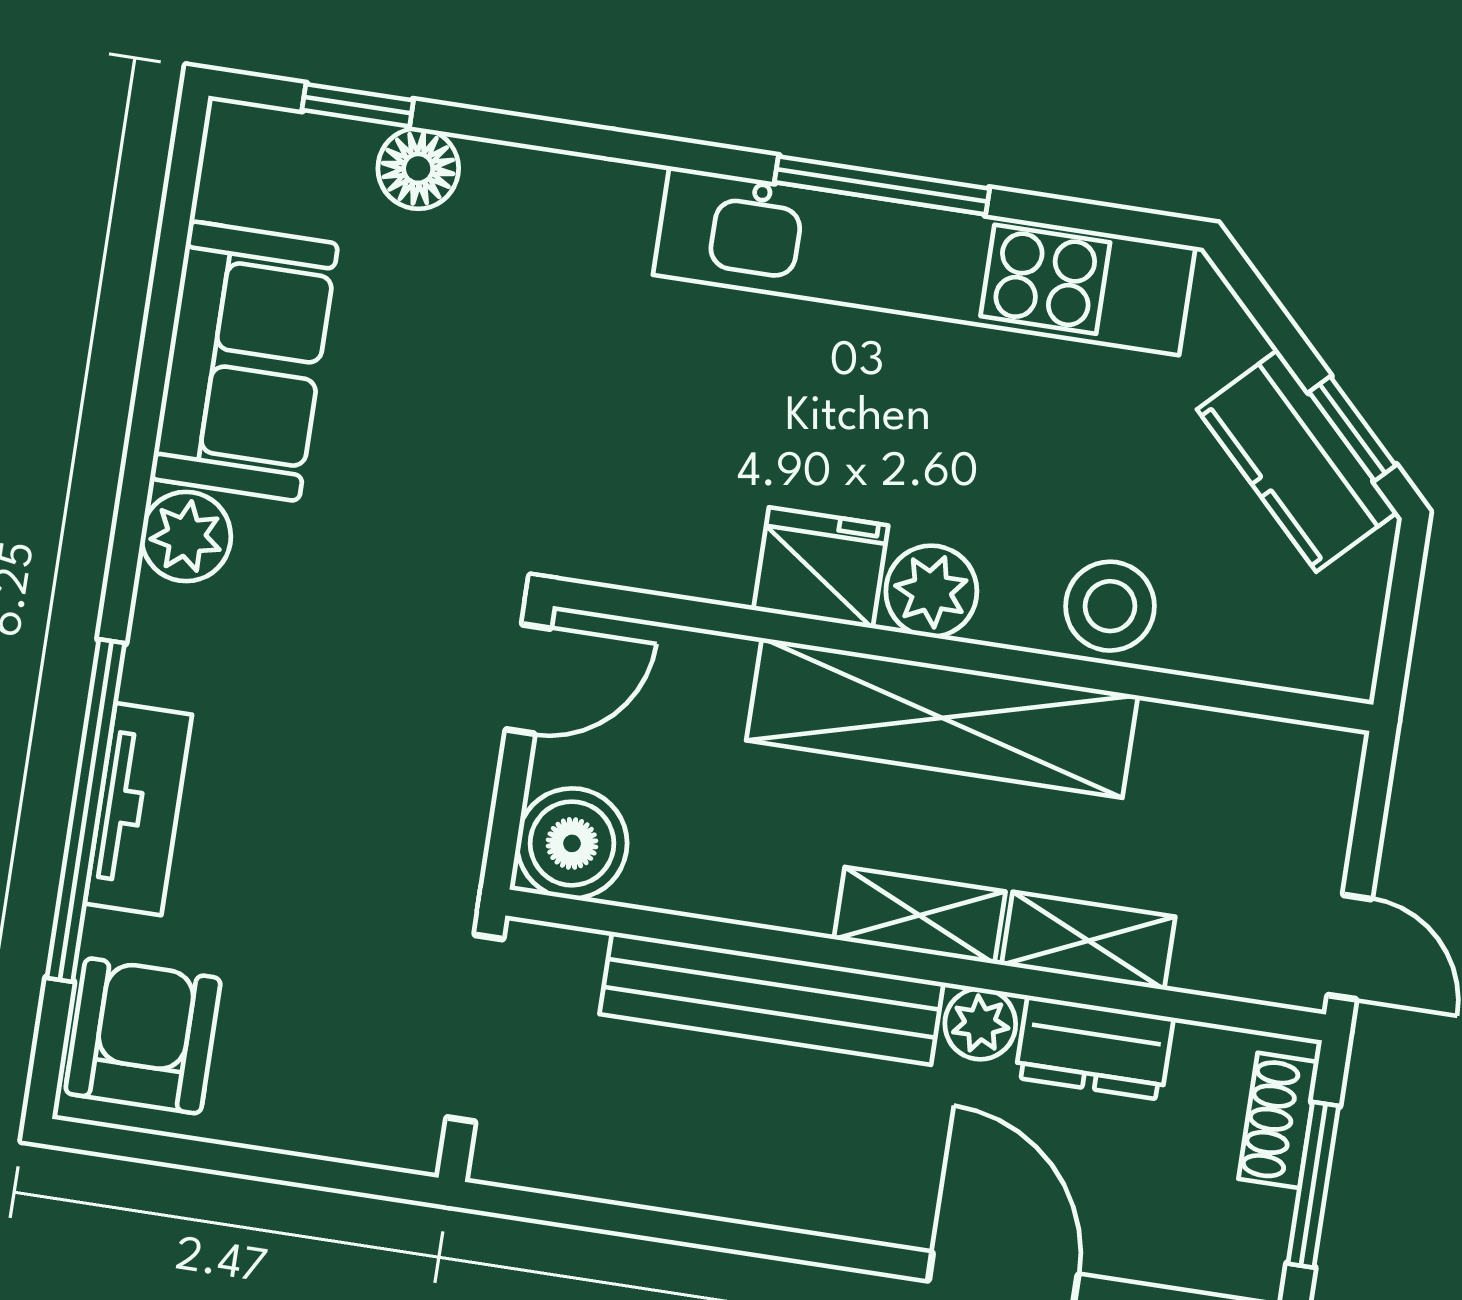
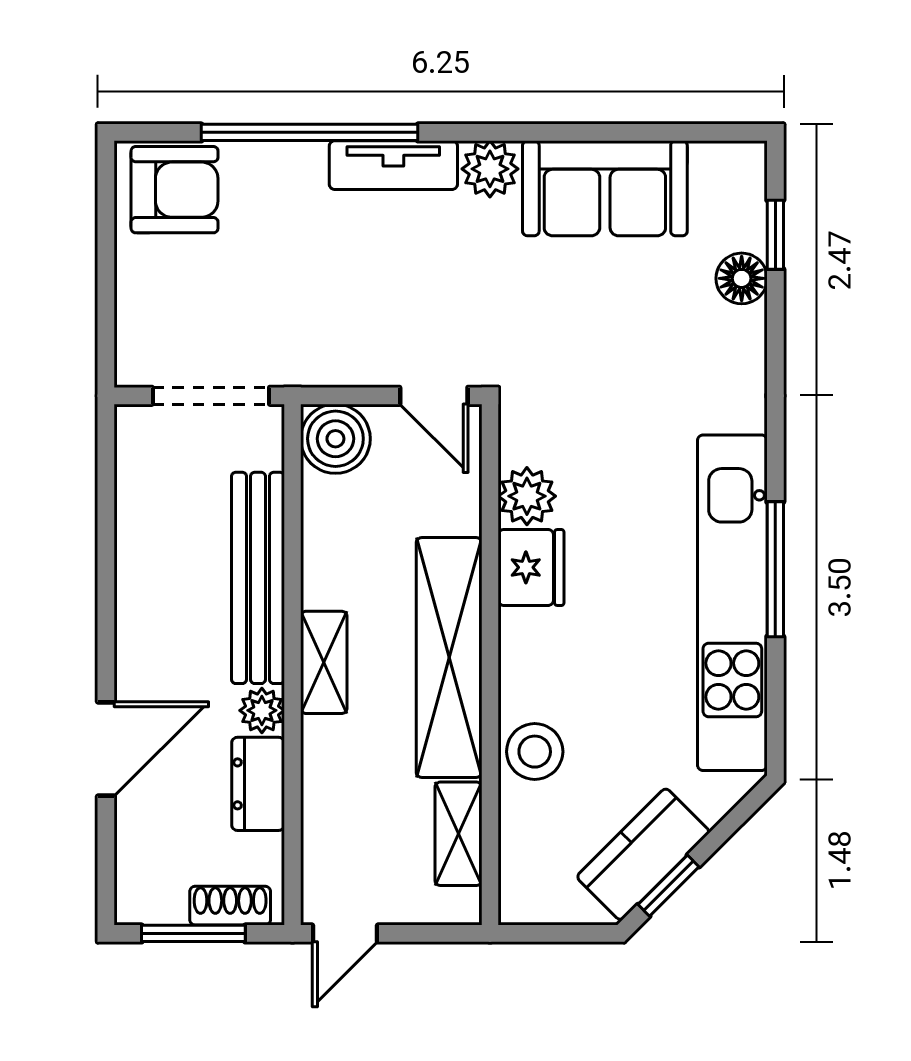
plant: (931, 591) -> (527, 496), moved
tv unit: (138, 809) -> (393, 165), moved
shelving: (1088, 941) -> (458, 834), moved

